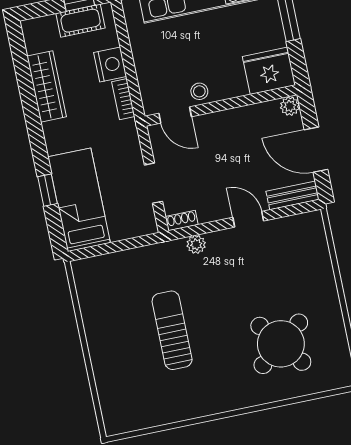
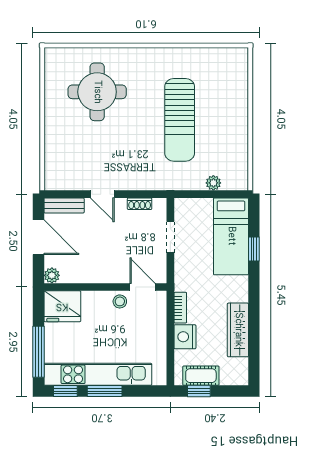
shoe rack: (182, 221) -> (140, 204), moved
plant: (196, 244) -> (213, 183), moved
sun lounger: (172, 330) -> (180, 120), width x1.36, depth x1.34
round table: (281, 344) -> (97, 92), turned 38

